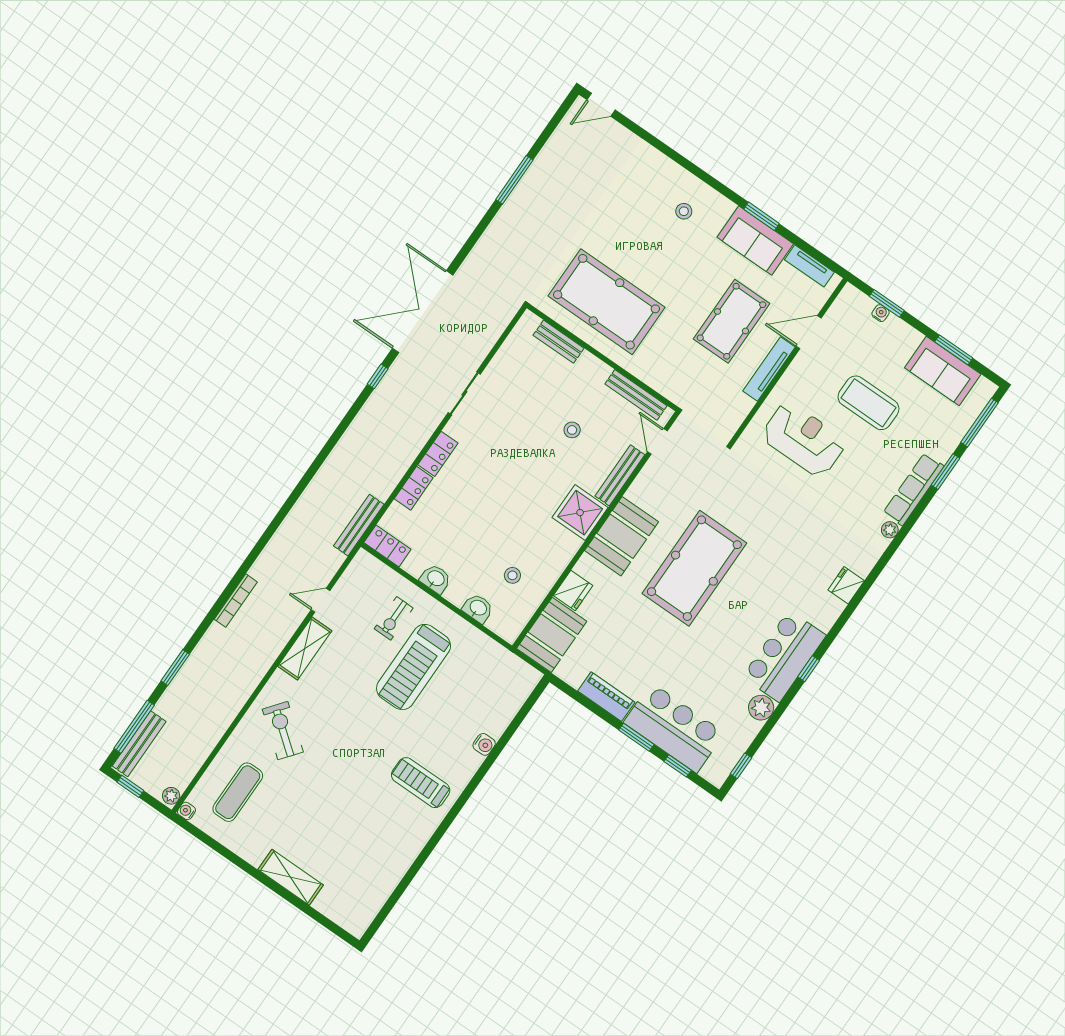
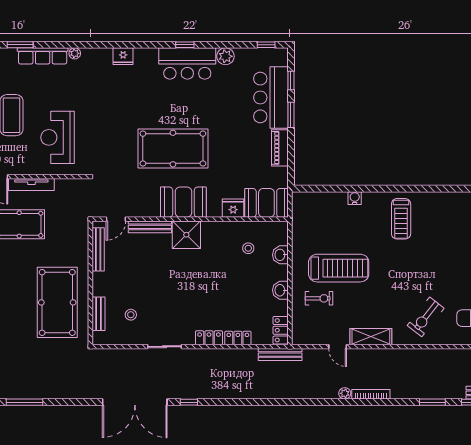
stool: (572, 430) -> (131, 315), moved
plant: (259, 570) -> (345, 393), added

